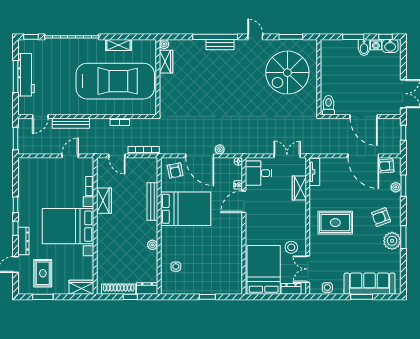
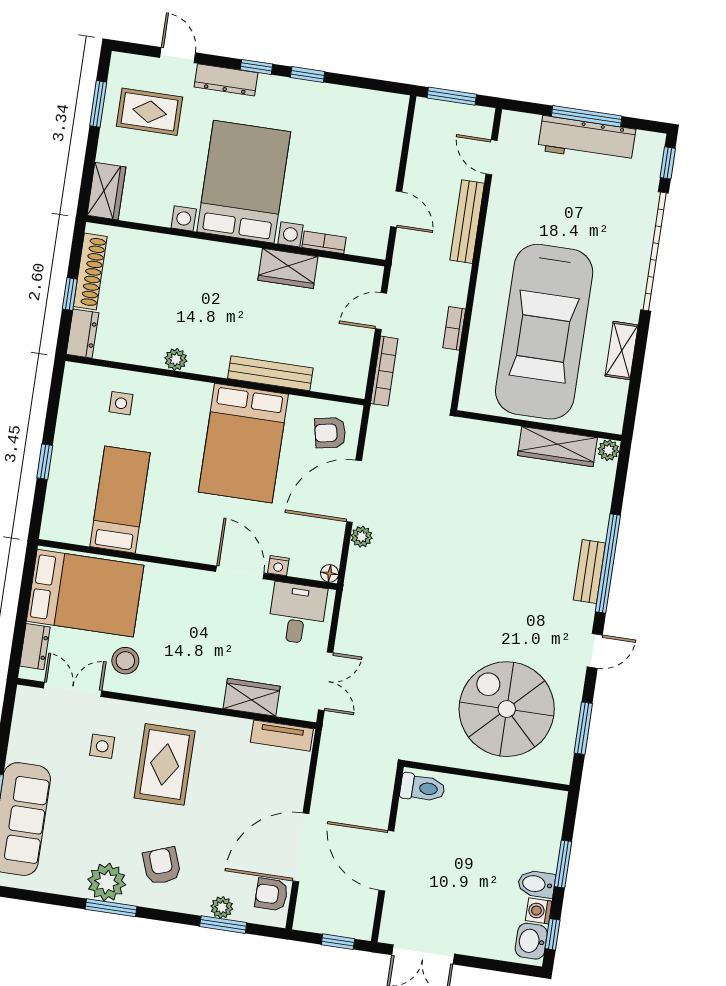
wardrobe: (166, 62) -> (557, 447), width x1.50
door: (364, 116) -> (386, 861), hinge flipped
armchair: (387, 166) -> (271, 894), turned -85
bed: (219, 260) -> (120, 500), added
side table: (327, 288) -> (102, 746), moved

